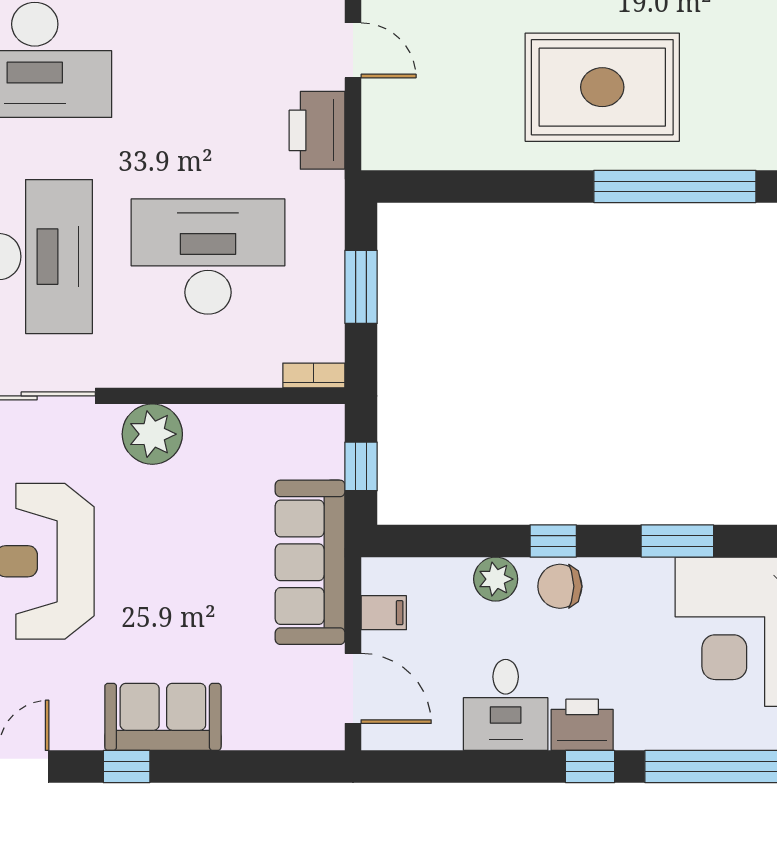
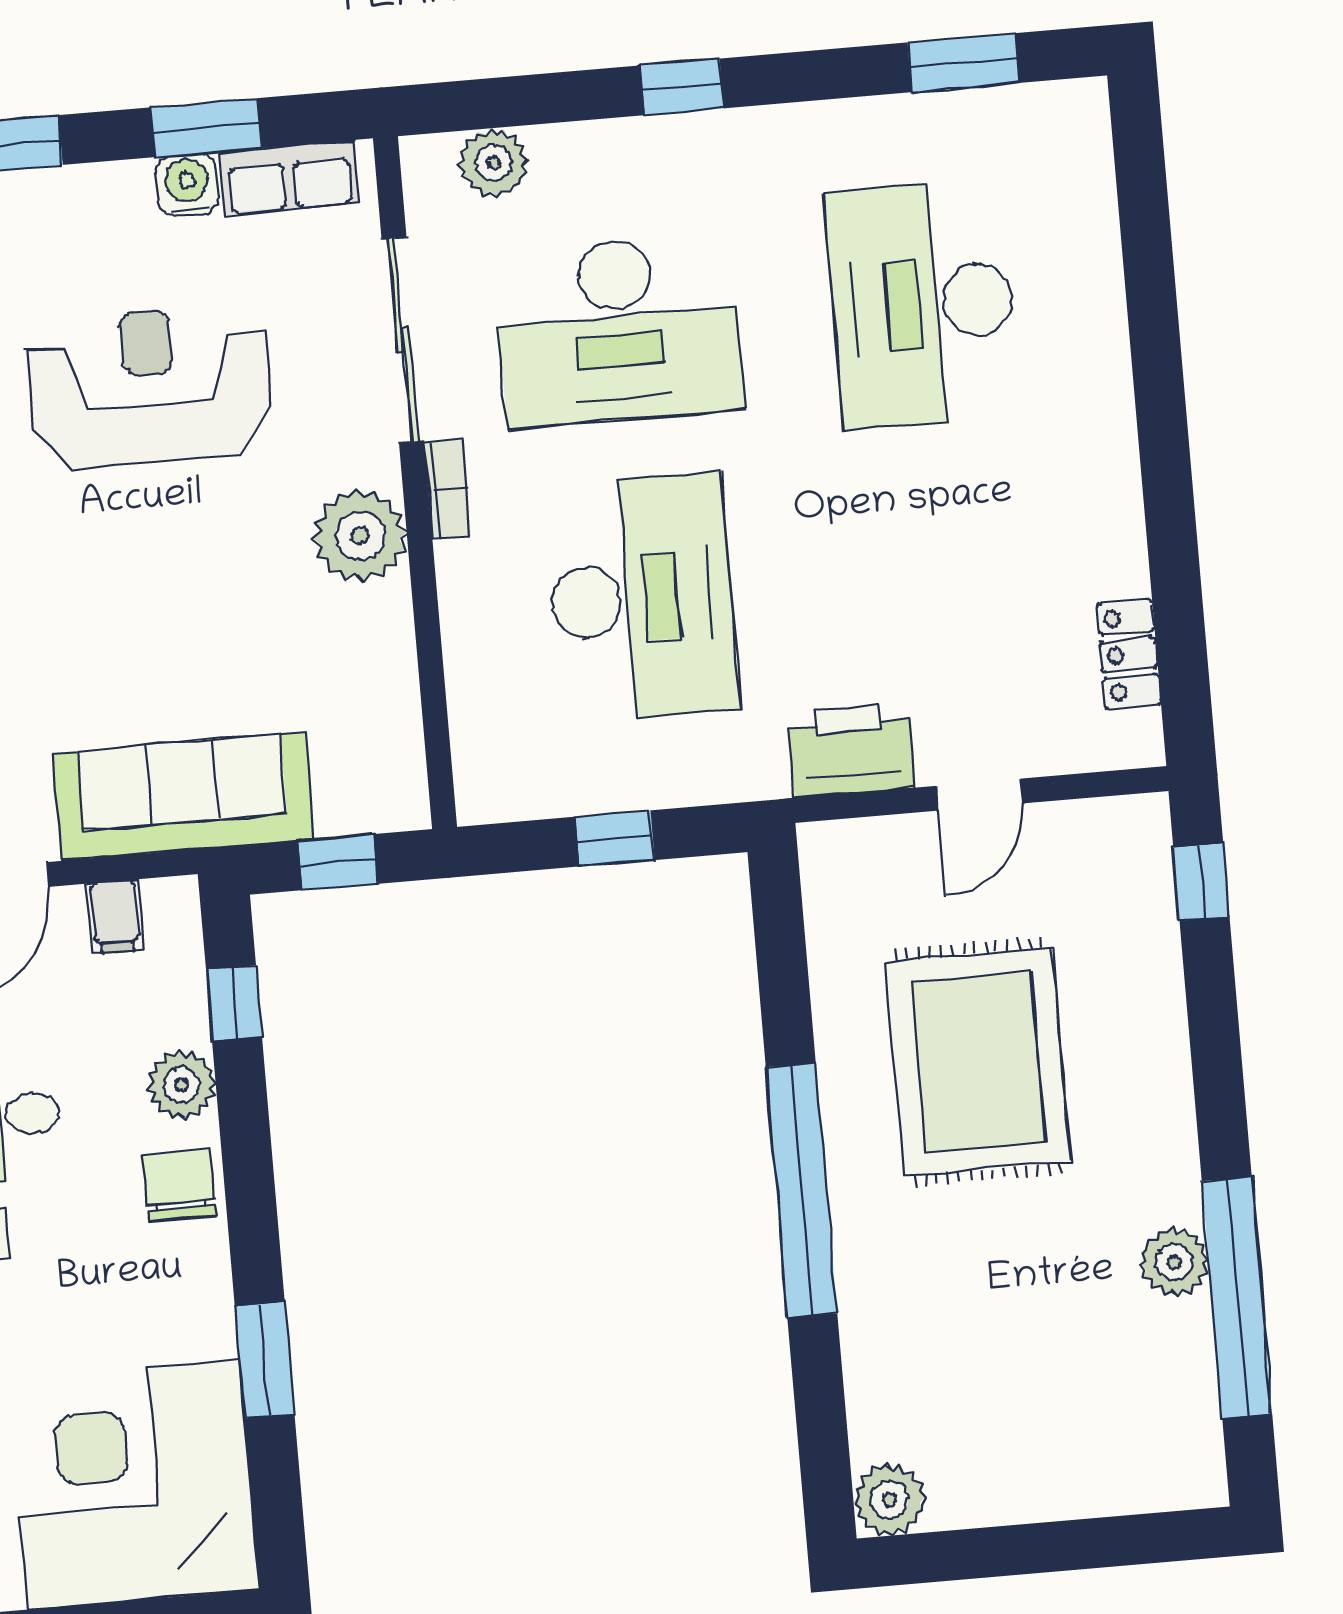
rug: (602, 87) -> (978, 1062), moved
window: (675, 186) -> (802, 1190), moved
window: (361, 287) -> (615, 838), width x0.67
bookcase: (314, 375) -> (447, 489), moved
window: (553, 541) -> (234, 1003), moved

